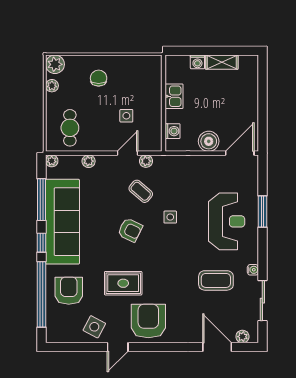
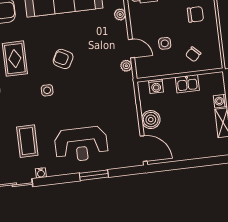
chair: (142, 86) -> (193, 54), added
coffee table: (141, 191) -> (99, 64), removed
side table: (170, 217) -> (47, 90), moved
armchair: (130, 230) -> (63, 59), turned 92

